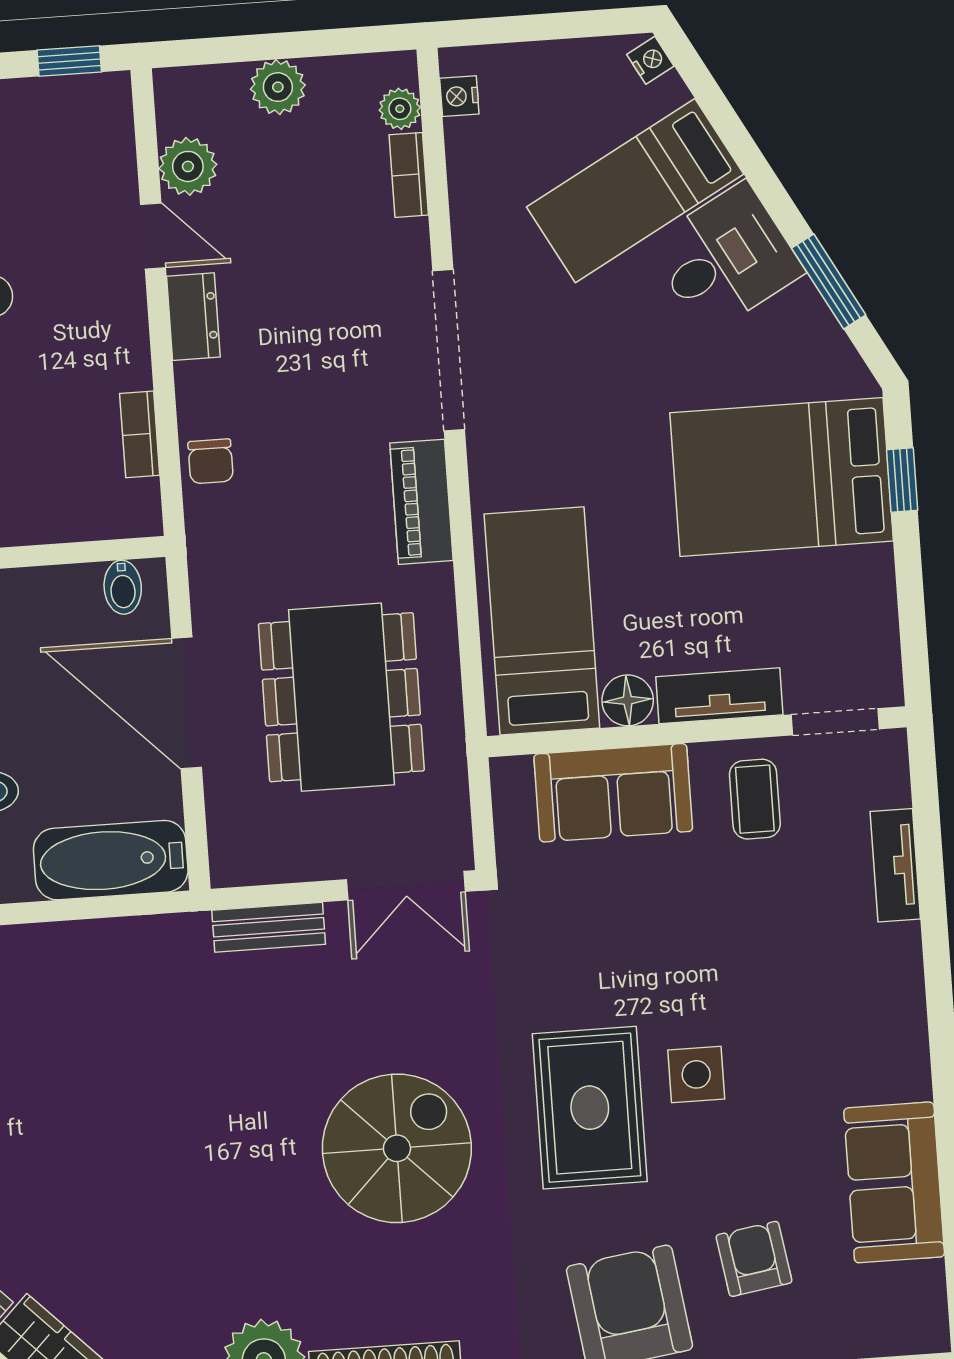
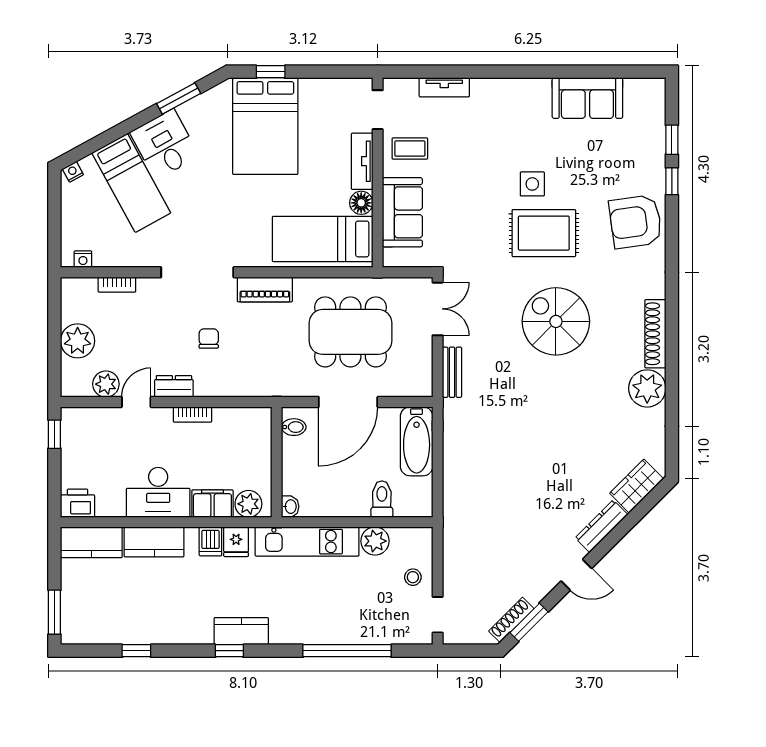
plant: (278, 87) -> (78, 341), width x1.36, depth x1.36
plant: (400, 109) -> (87, 287), removed
bookcase: (140, 434) -> (193, 414), moved
chair: (211, 461) -> (209, 339), moved, turned -90
armchair: (754, 1259) -> (617, 164), removed

